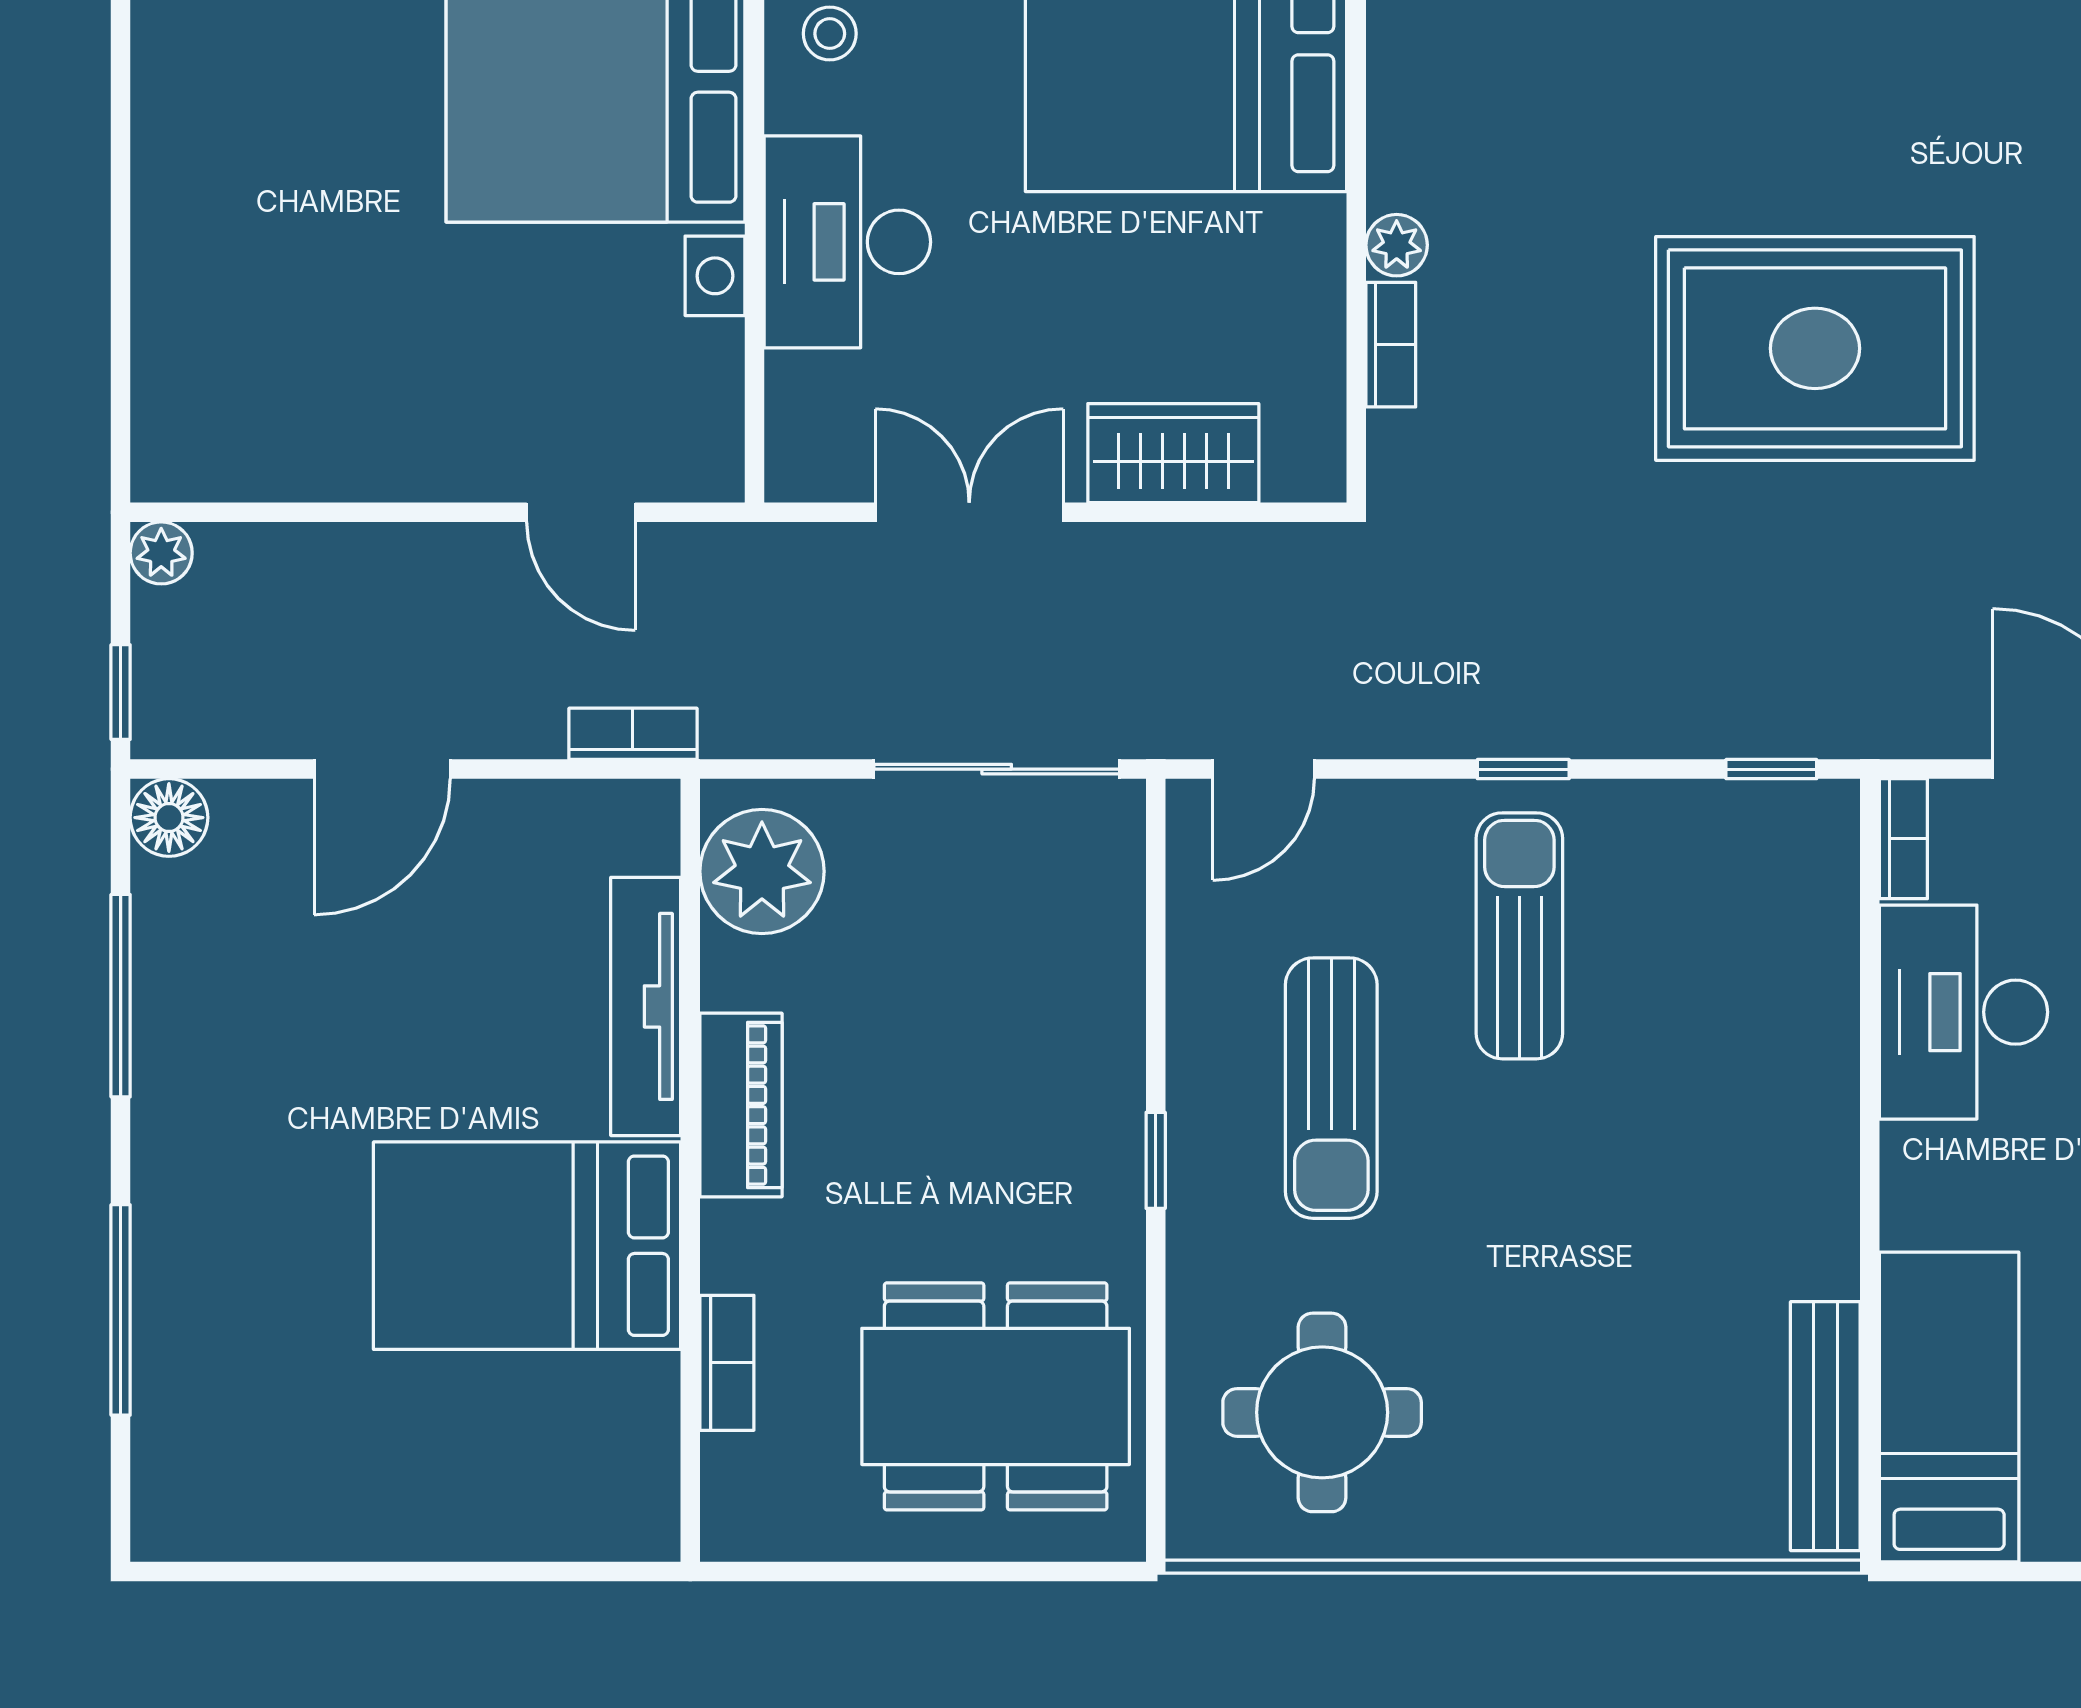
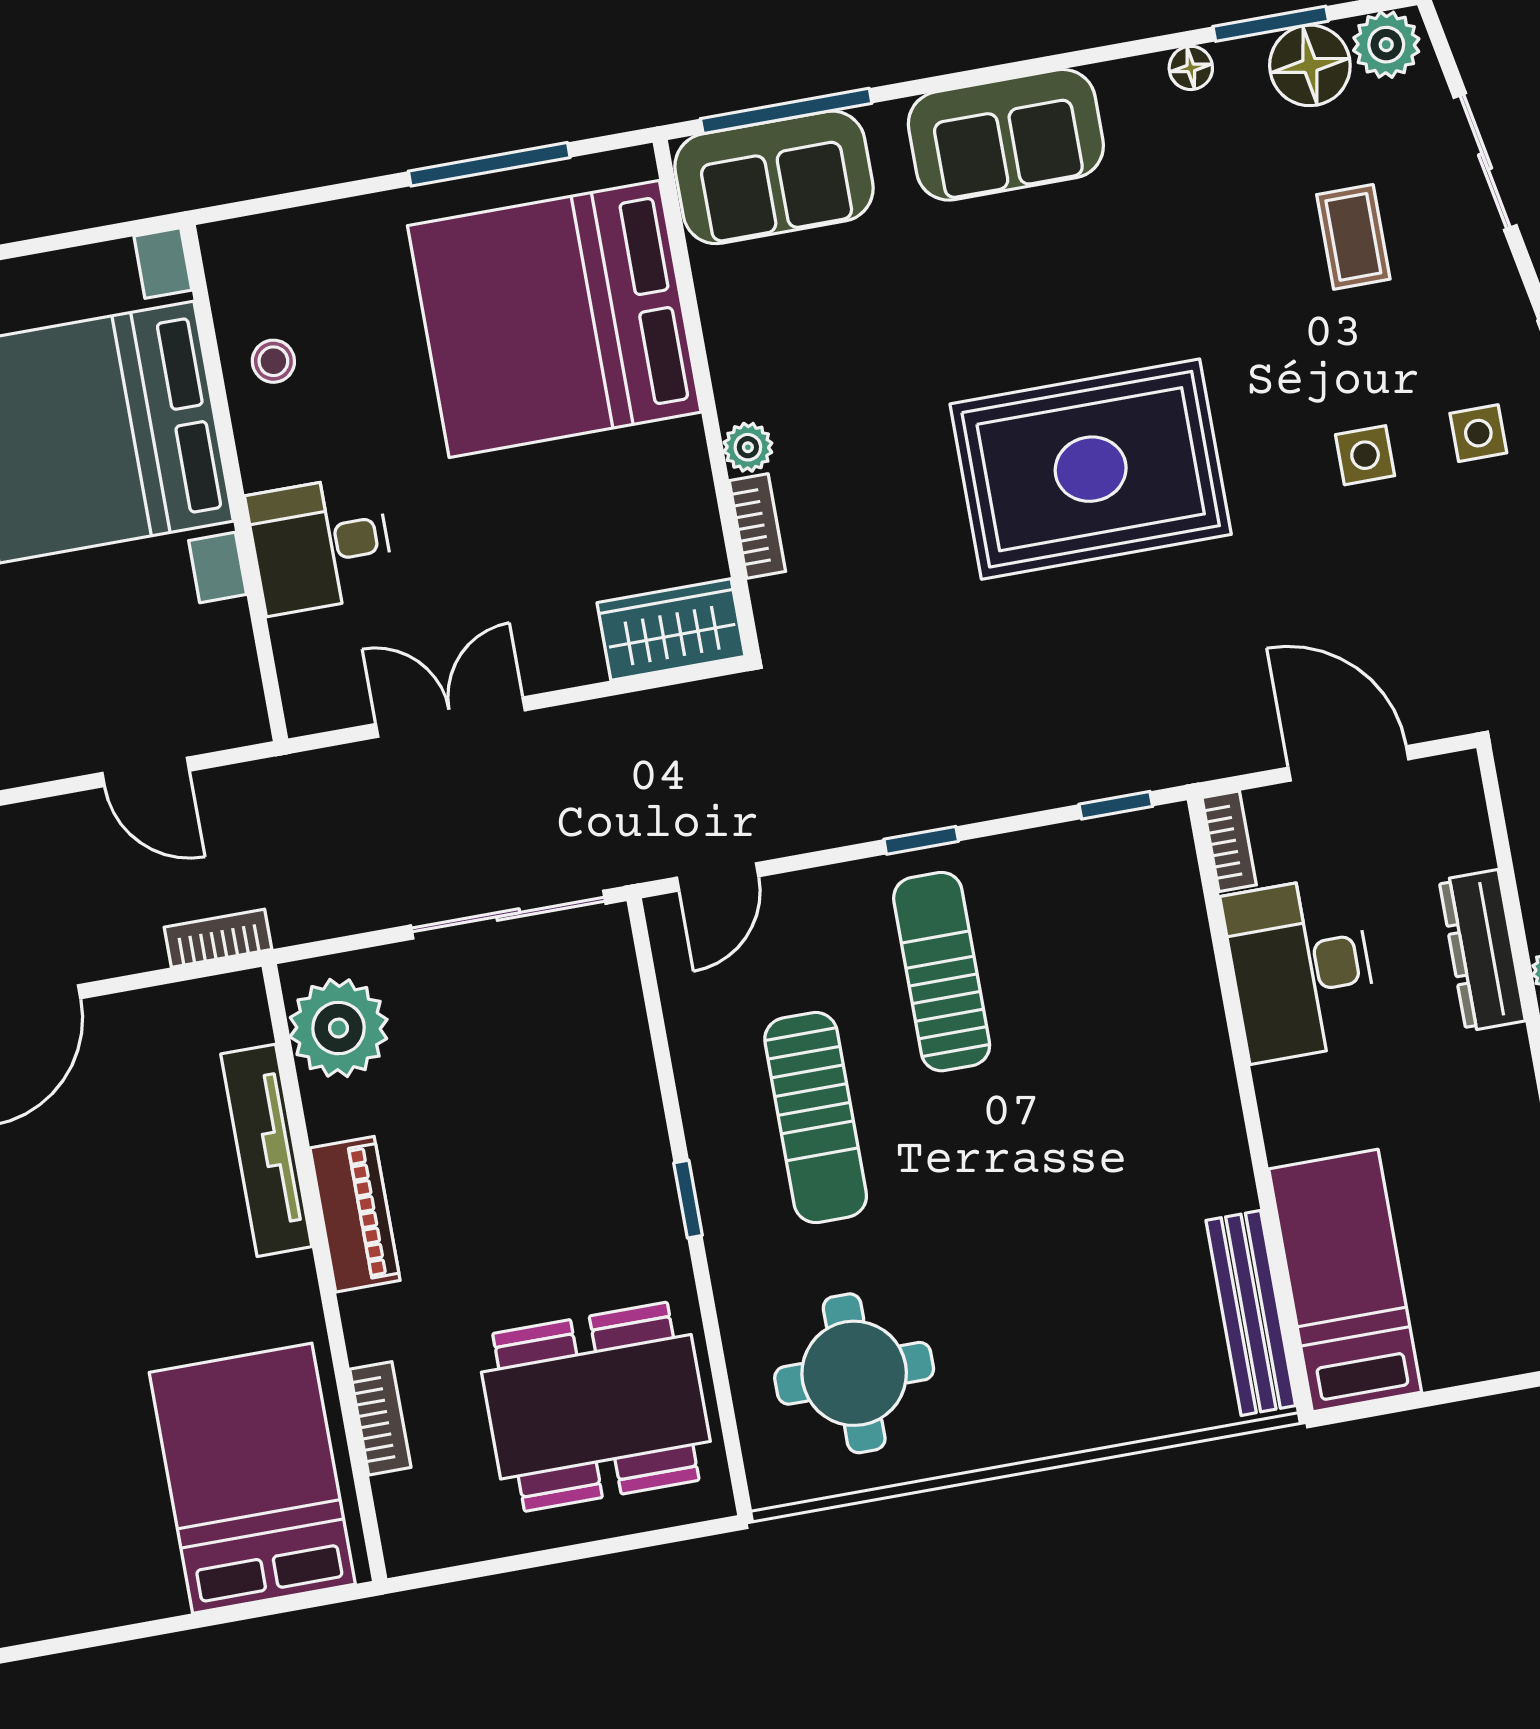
desk: (847, 242) -> (321, 545), width x0.73
wardrobe: (1173, 453) -> (671, 629), moved
bed: (527, 1246) -> (252, 1478), moved, turned 90

